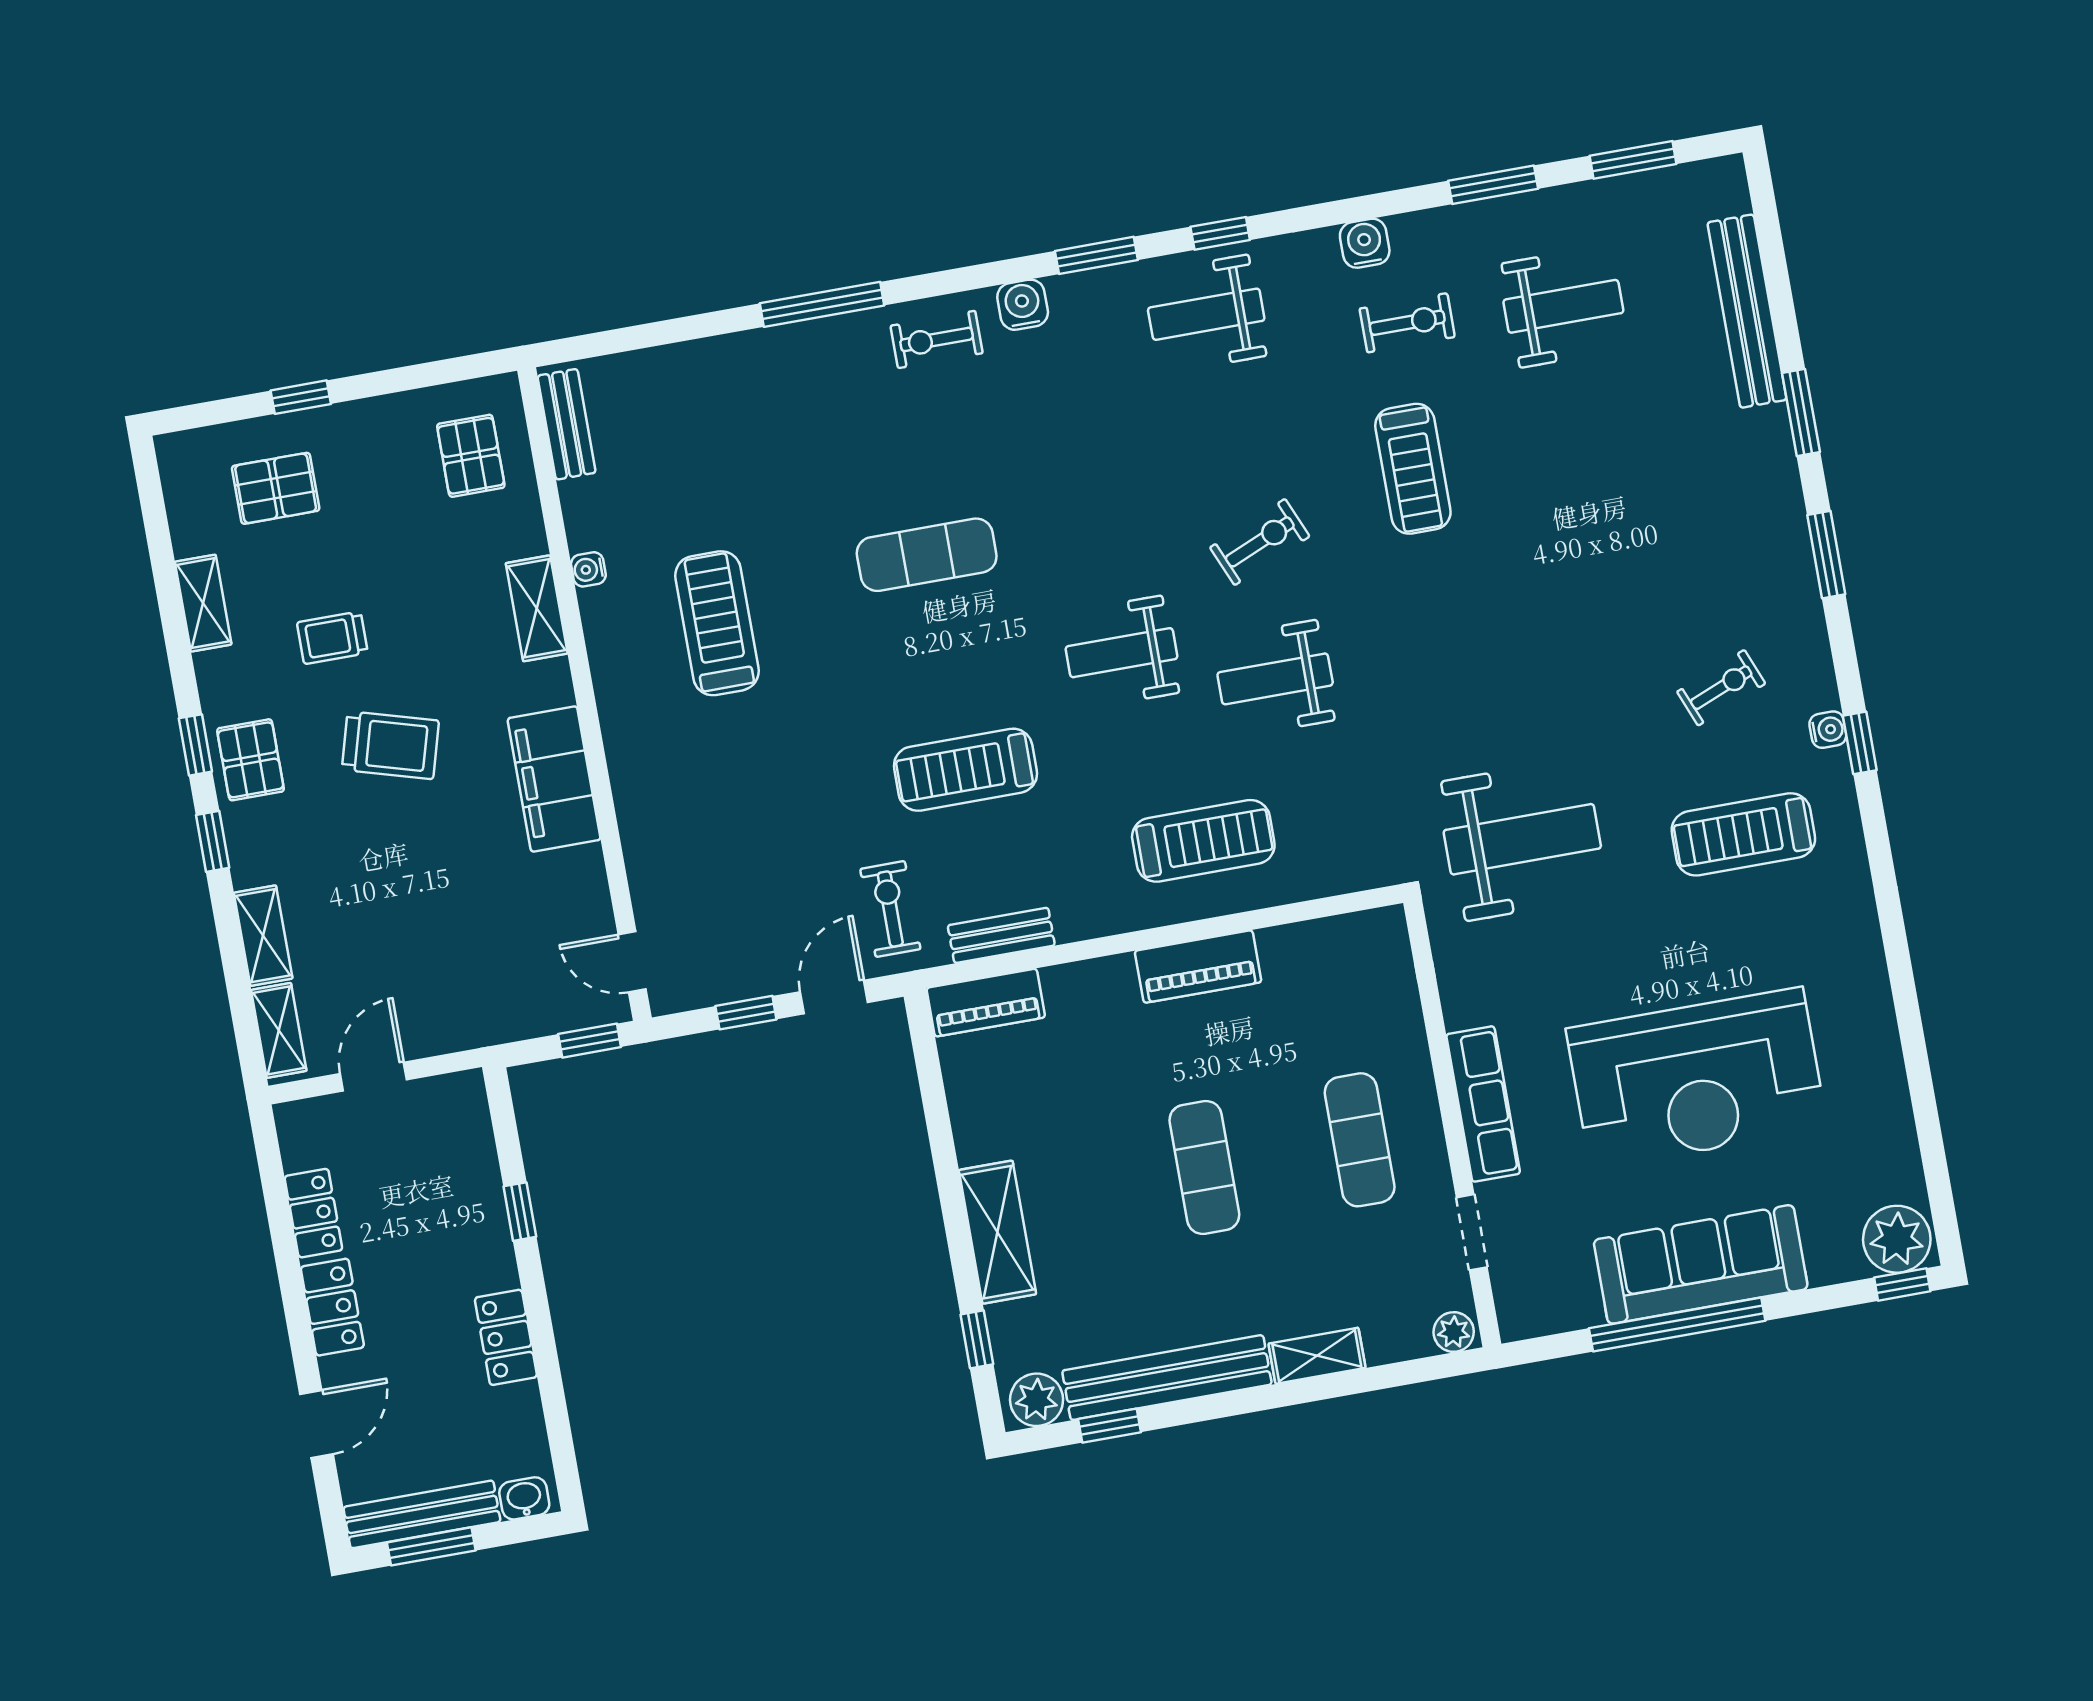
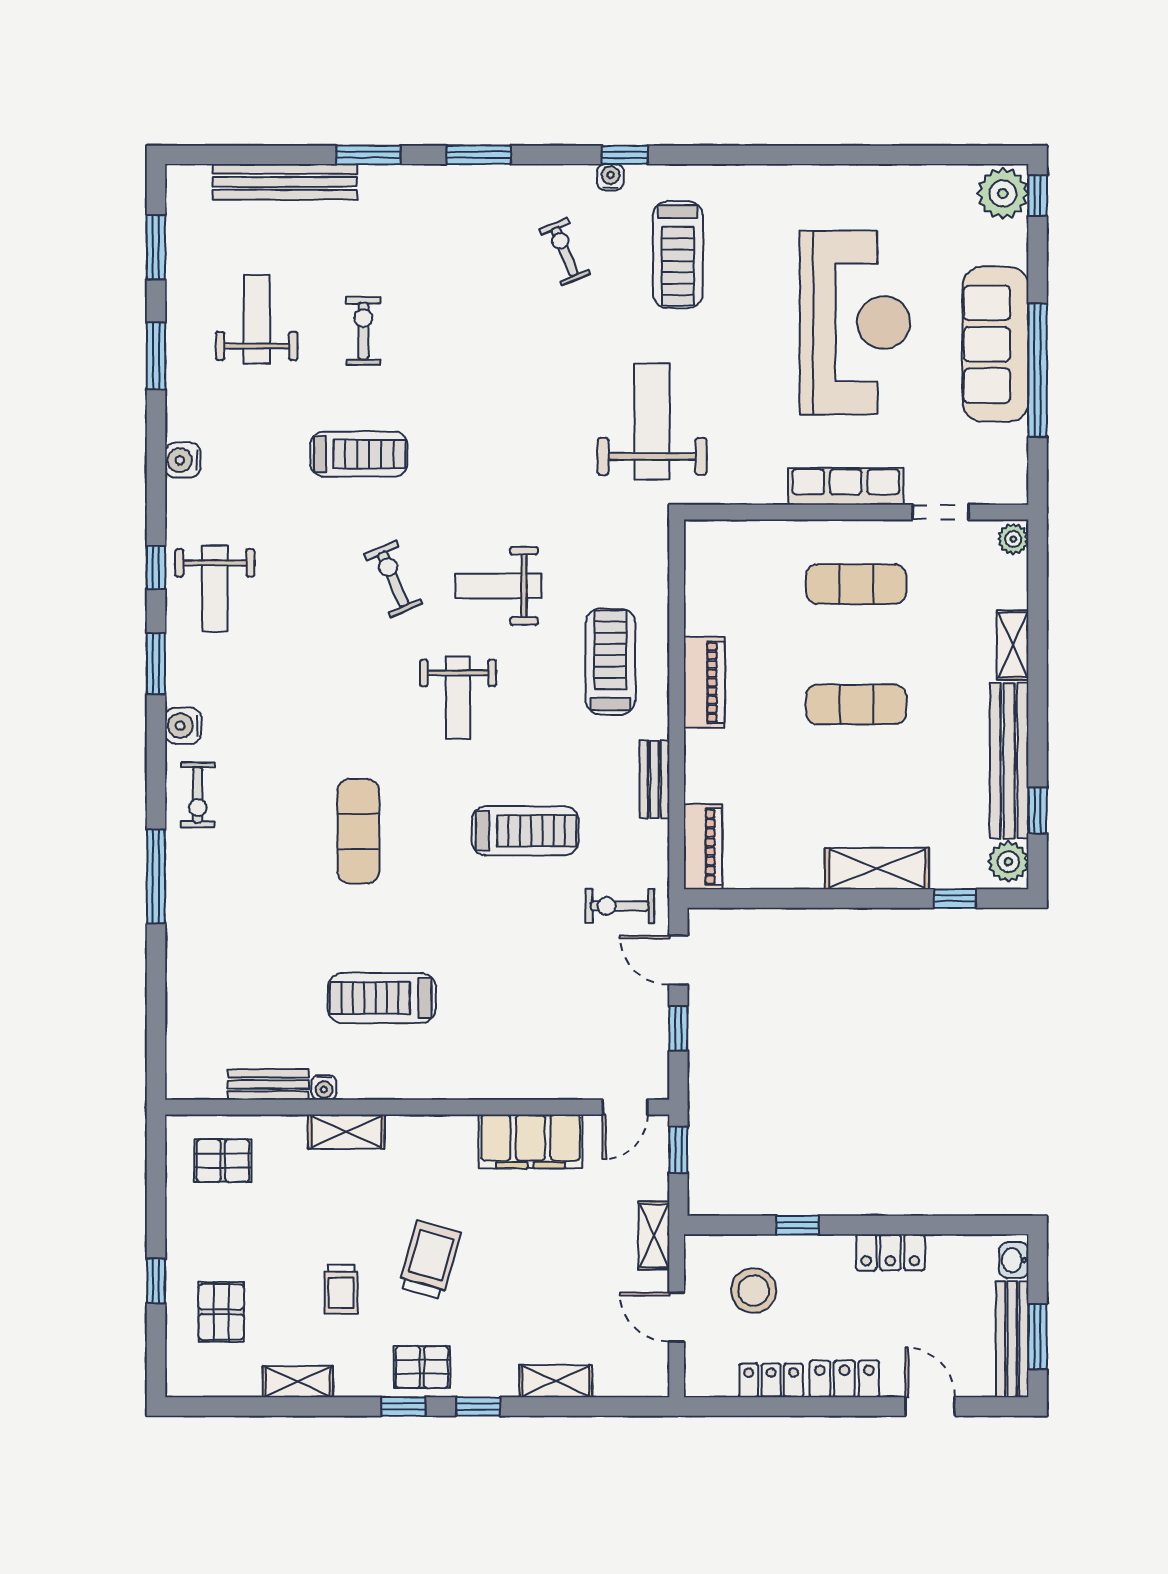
exercise bike: (1407, 323) -> (363, 331), moved
bench: (567, 424) -> (268, 1084), moved
weight bench: (1275, 679) -> (498, 586), turned 90
treadmill: (965, 770) -> (525, 831), turned -90
filing cabinet: (554, 779) -> (531, 1141), moved
bench: (1001, 935) -> (654, 779), moved
shelving: (279, 1030) -> (654, 1236), moved, turned 90
stool: (425, 1170) -> (754, 1291), added

